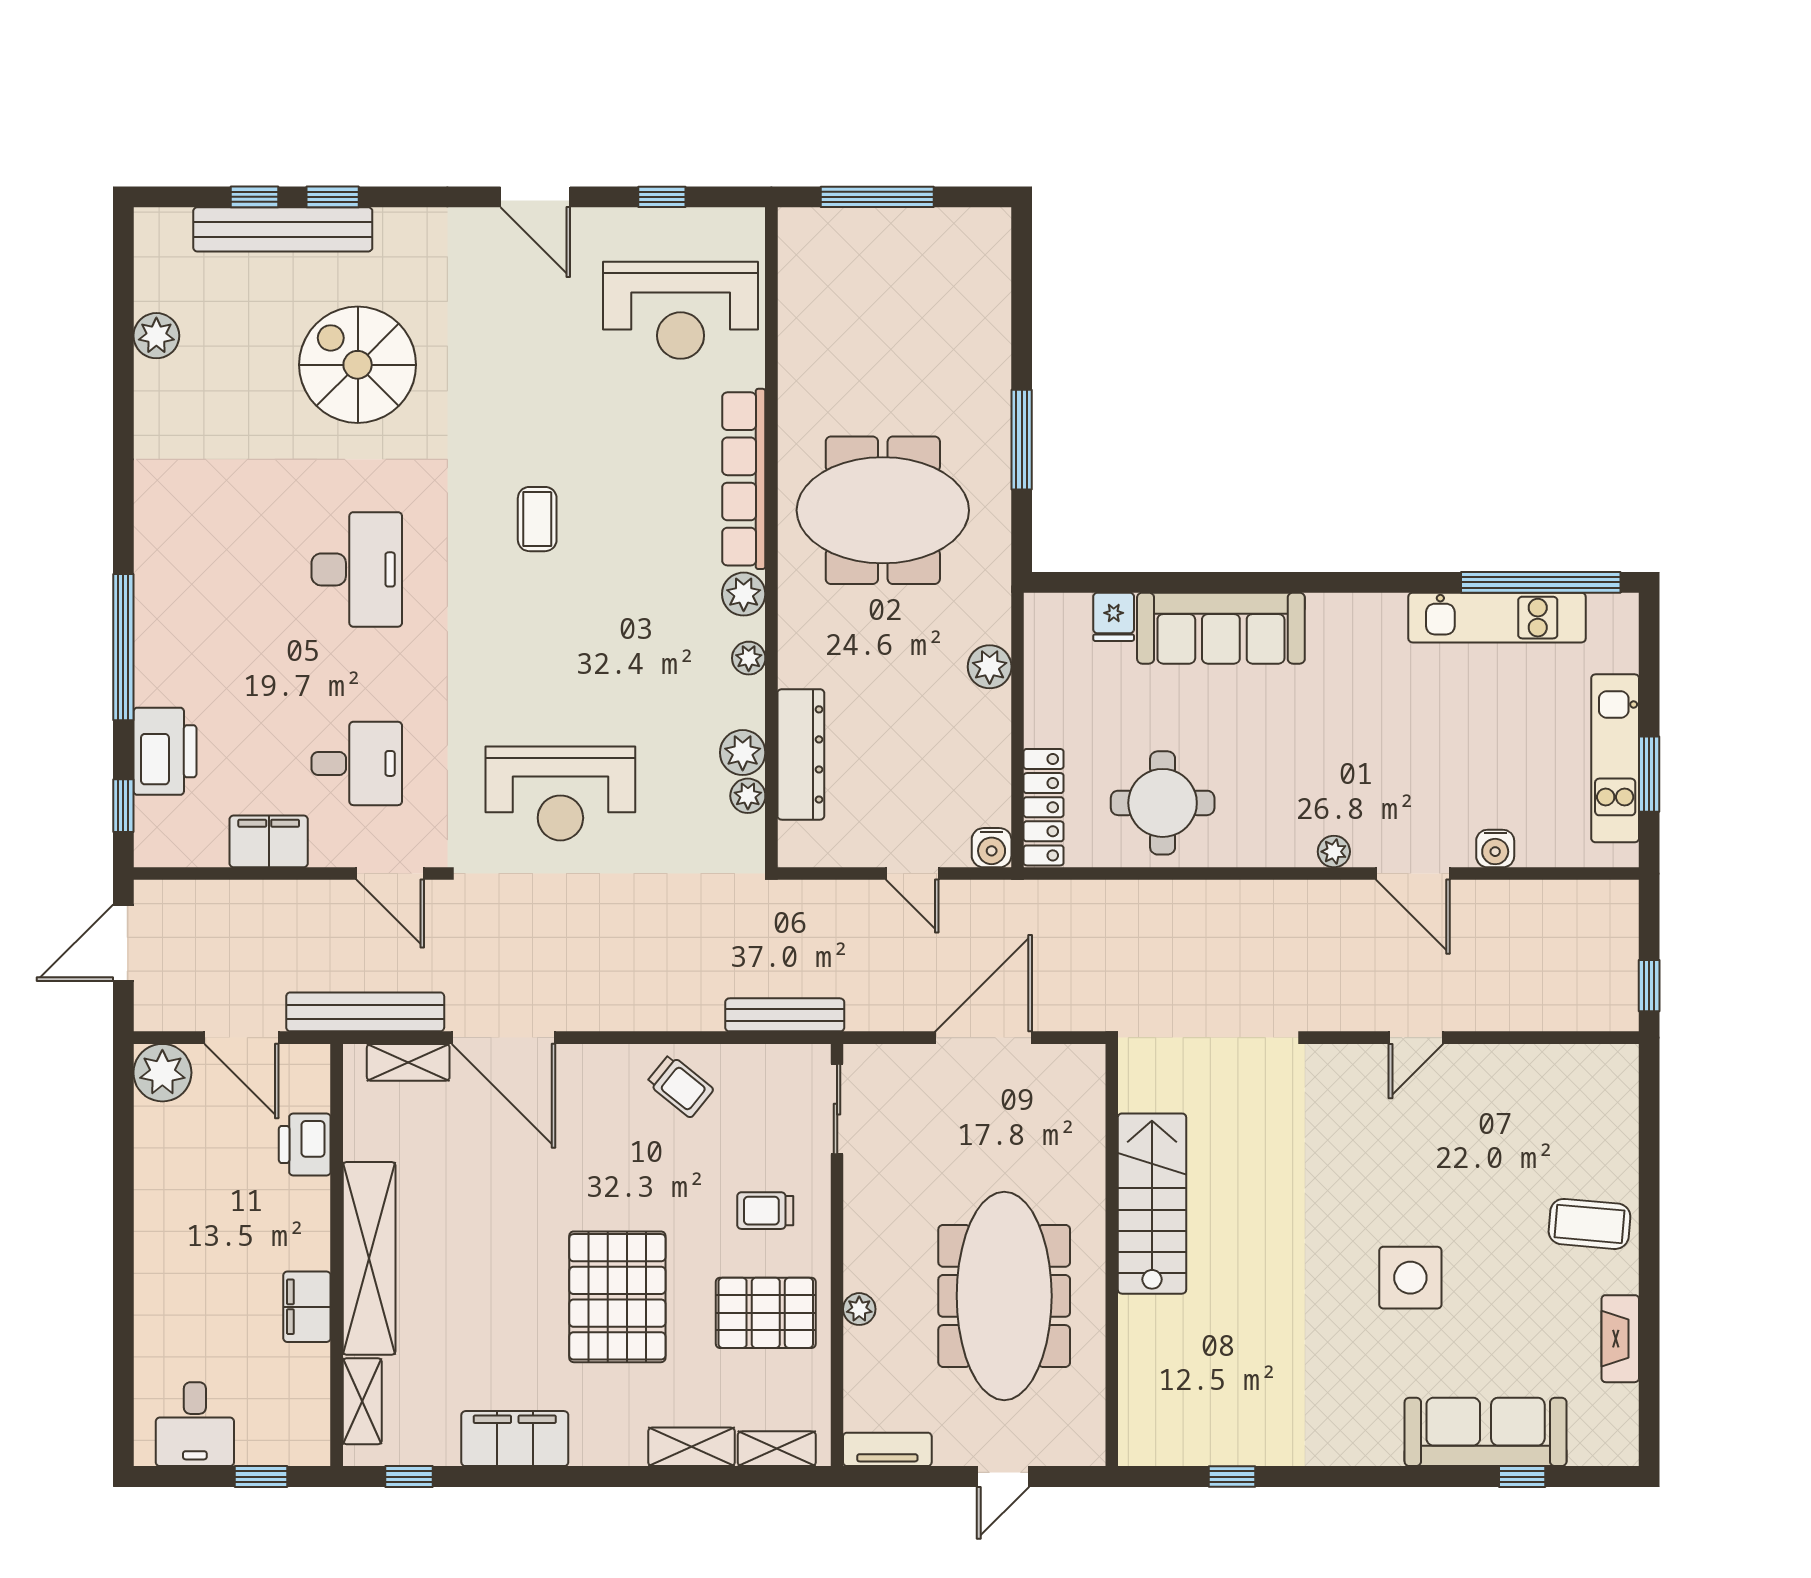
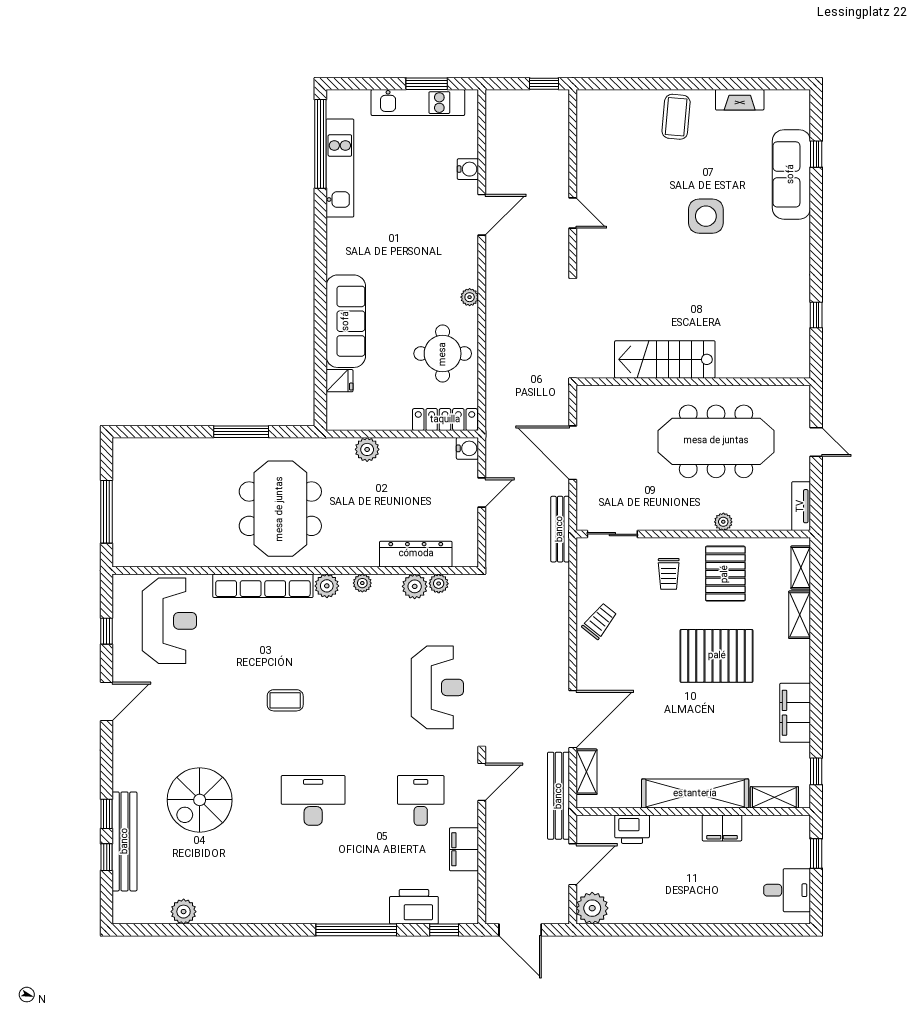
plant: (1334, 852) -> (470, 297), moved
bench: (785, 1015) -> (560, 529), moved

